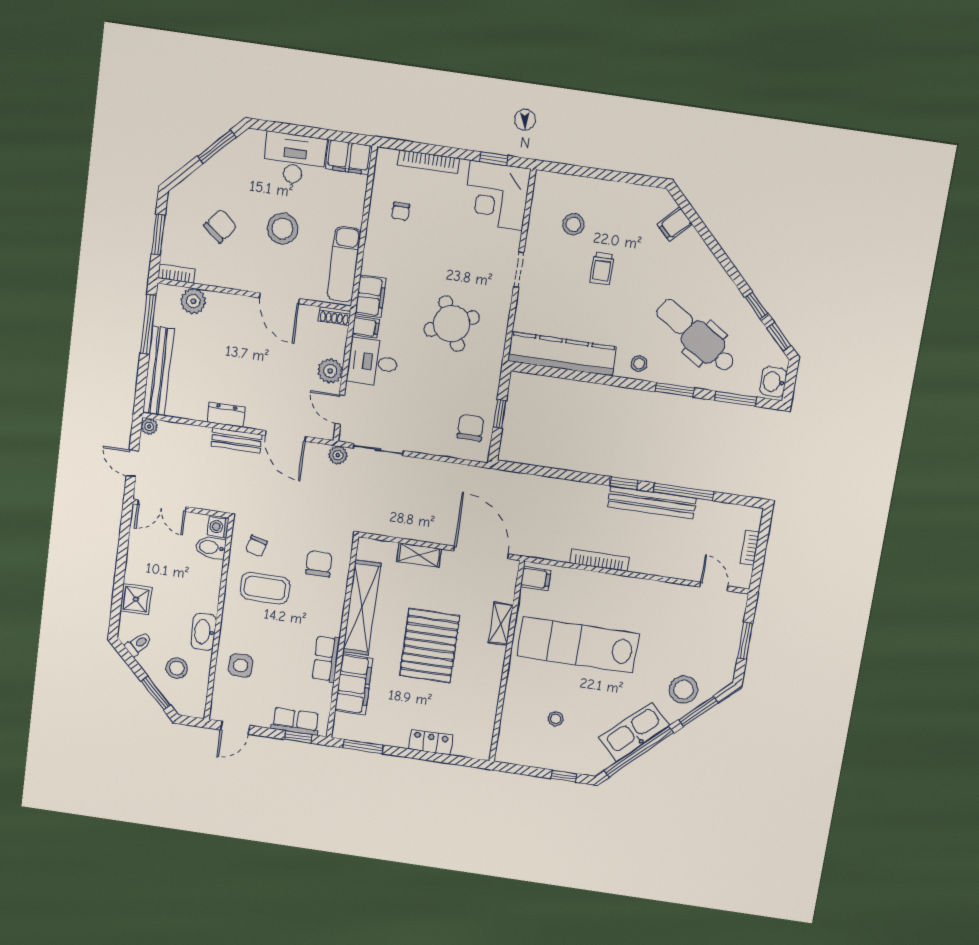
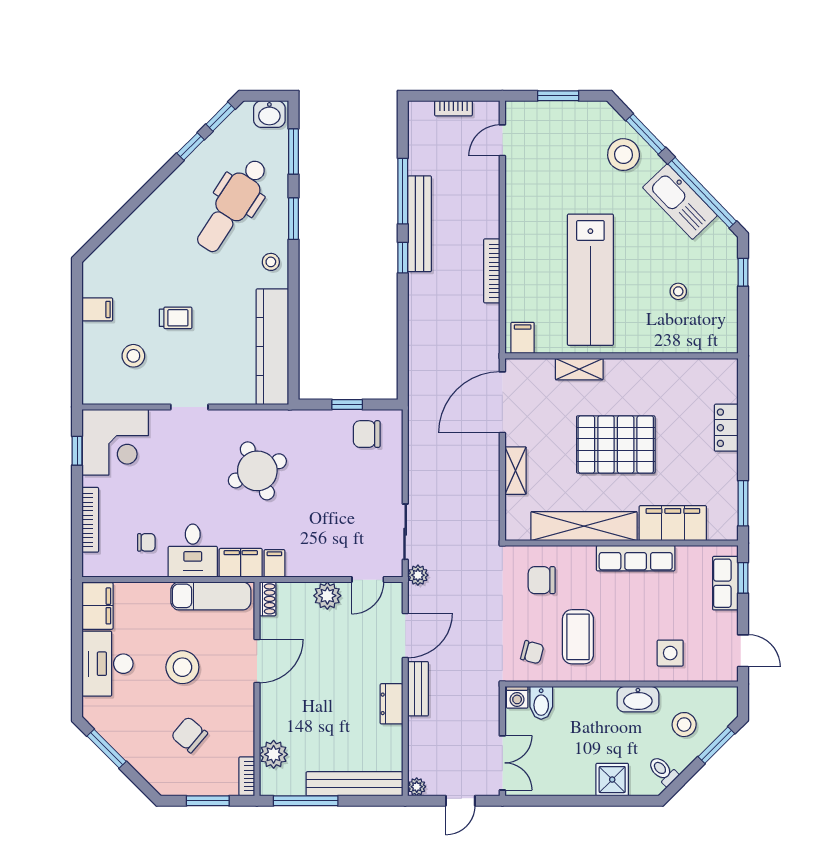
filing cabinet: (675, 224) -> (97, 309), moved, turned -45
desk: (373, 362) -> (193, 551), moved
row of seats: (326, 659) -> (636, 558), width x1.48

